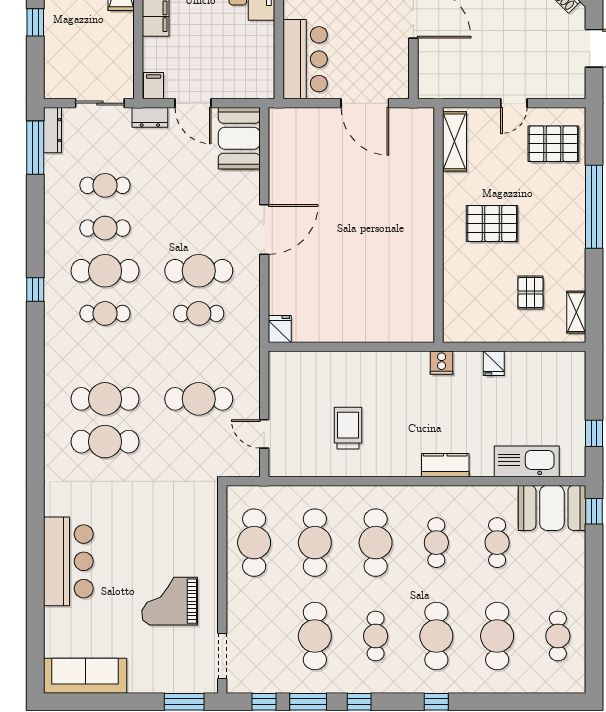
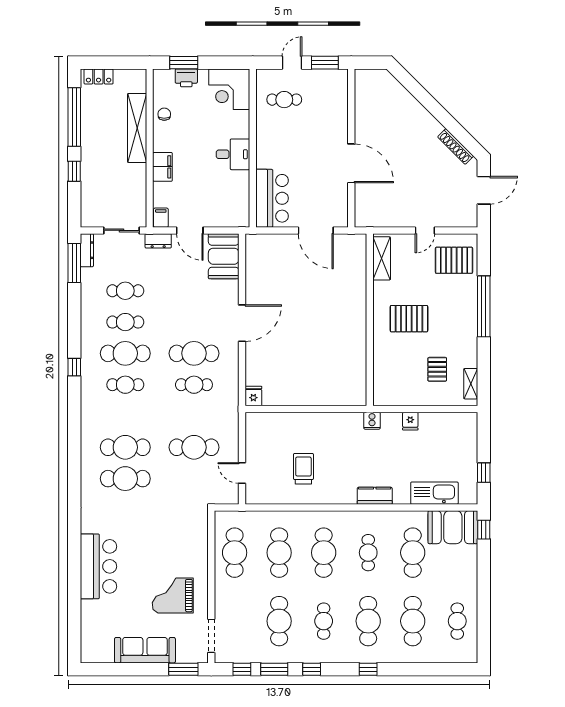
cafe table: (497, 543) -> (413, 553), width x1.37, depth x1.35
sofa: (85, 676) -> (145, 650), moved

